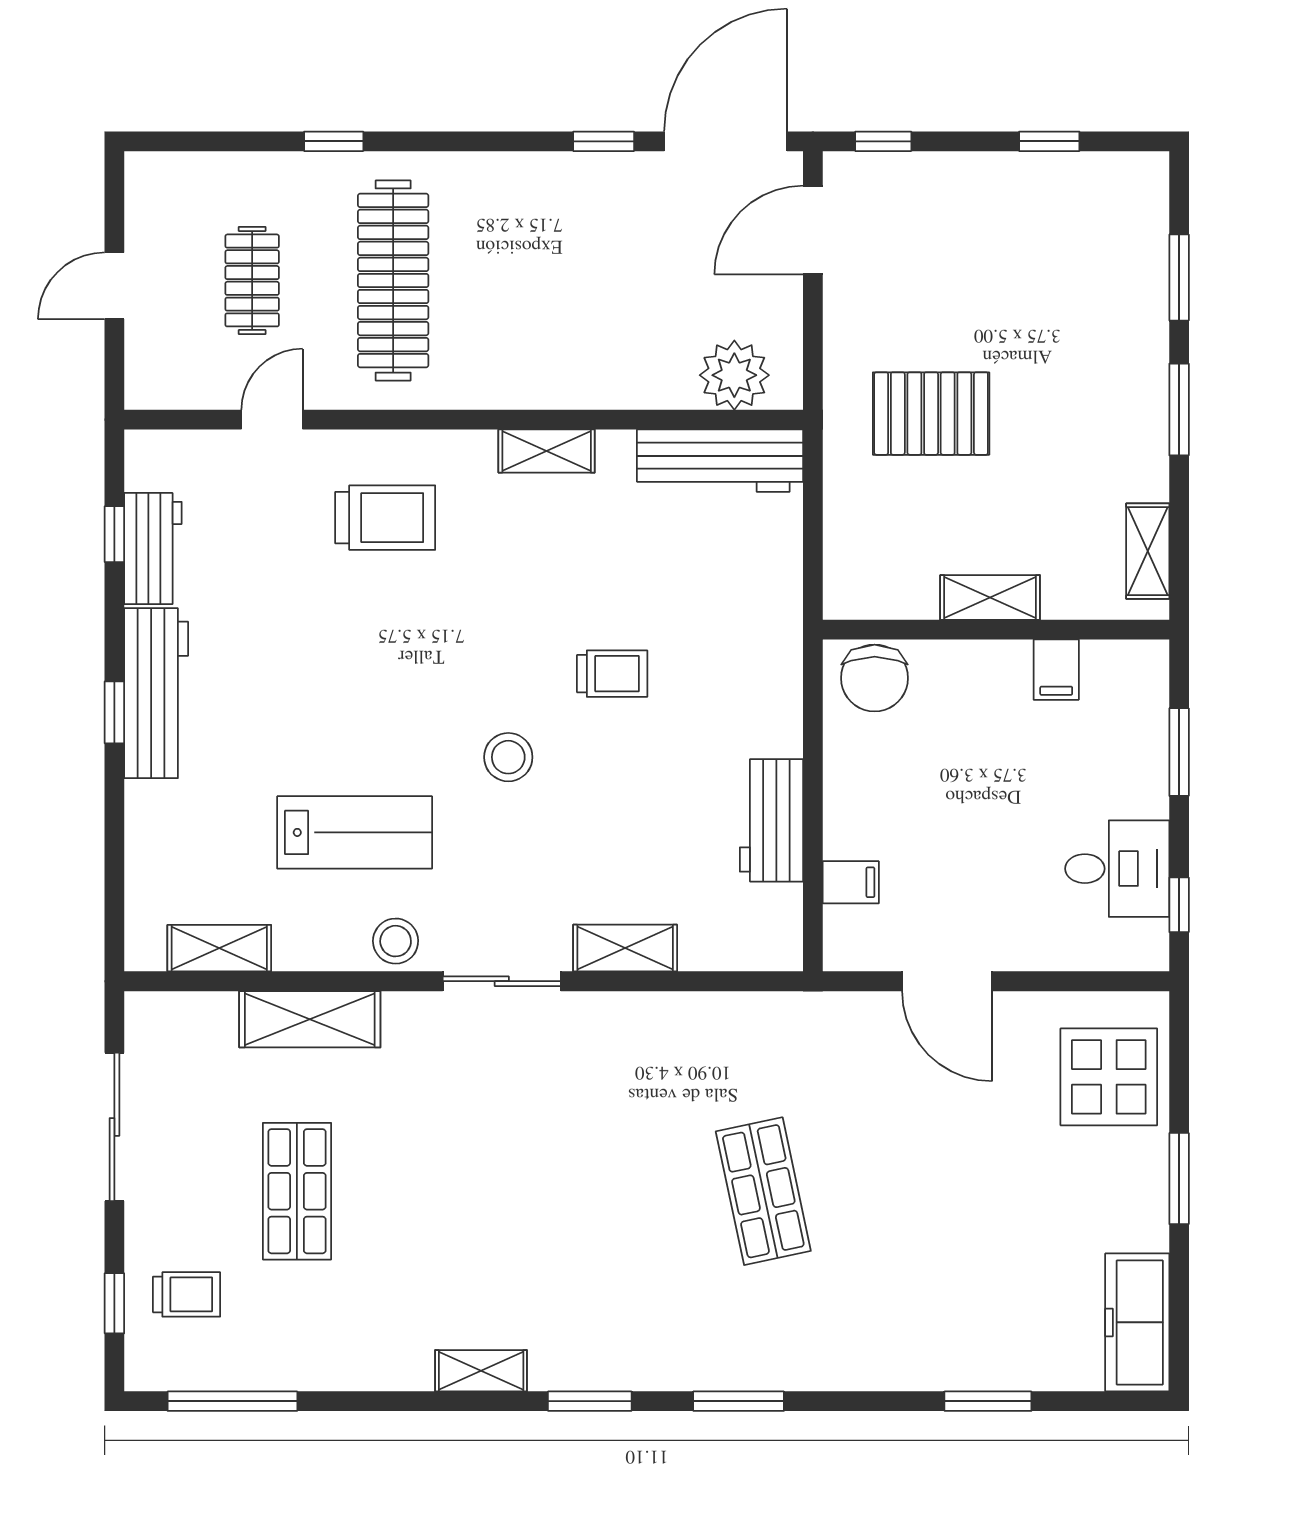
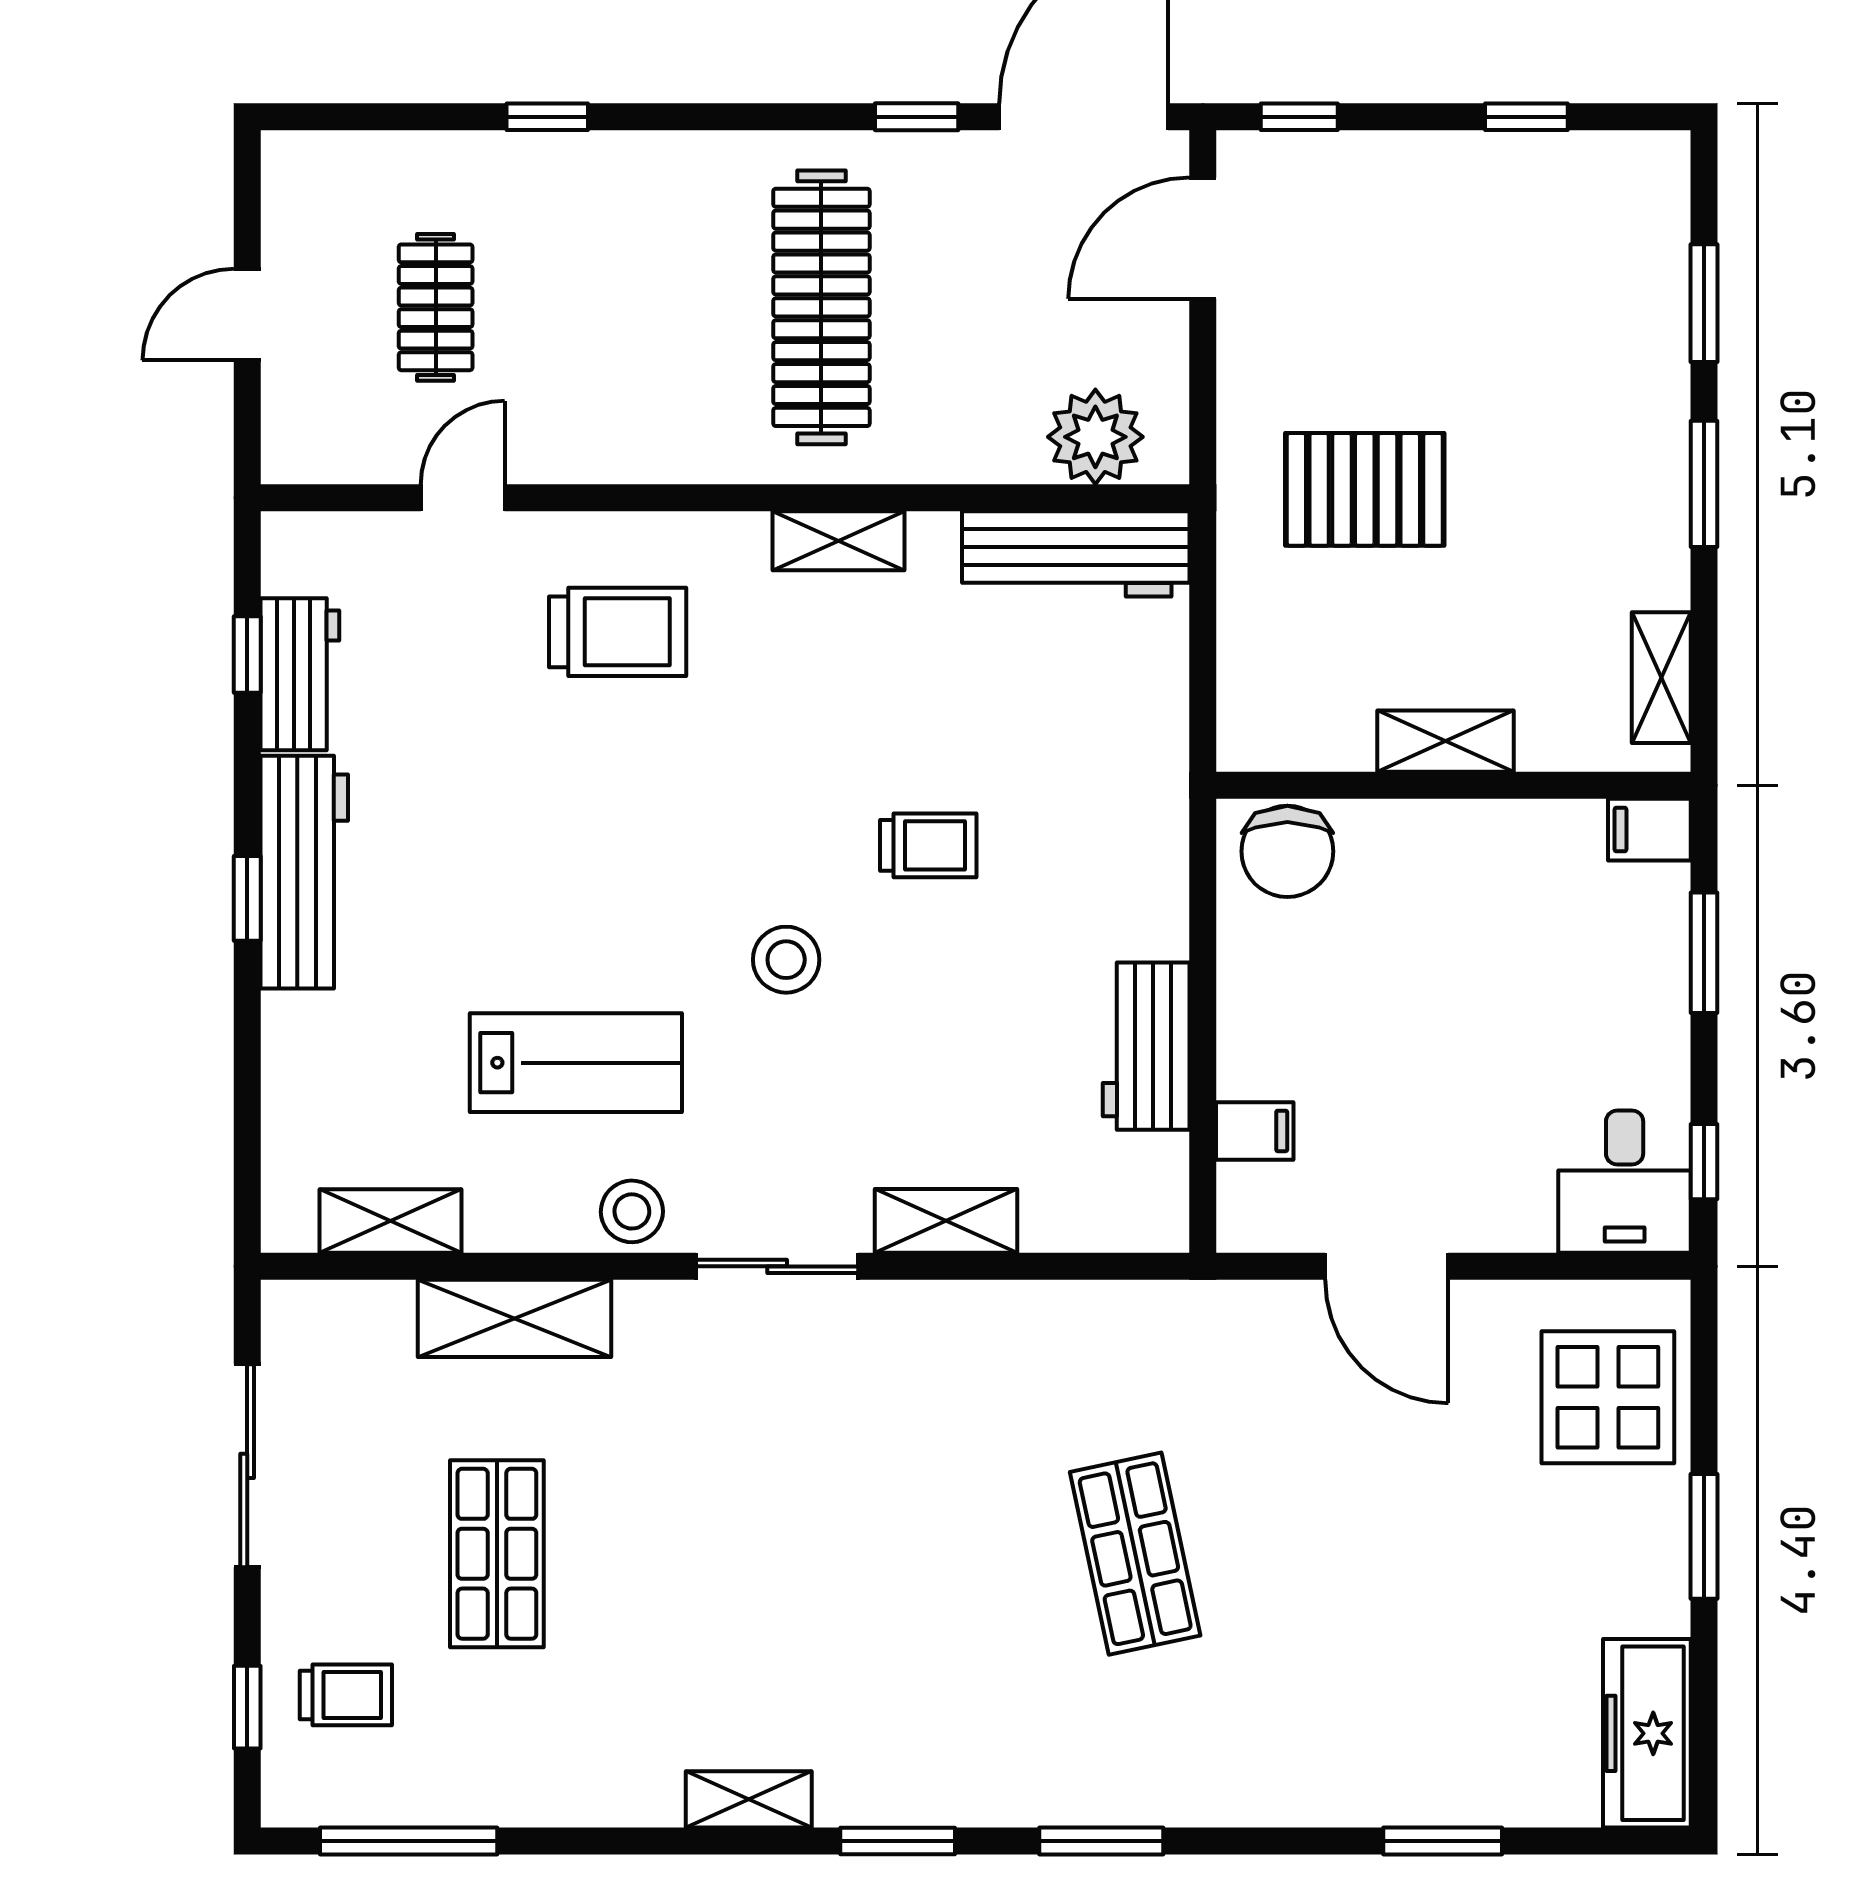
clothes rail: (393, 280) -> (821, 307), moved
filing cabinet: (1056, 670) -> (1649, 830), moved, turned 90
desk: (1117, 869) -> (1625, 1182), moved, turned 90

